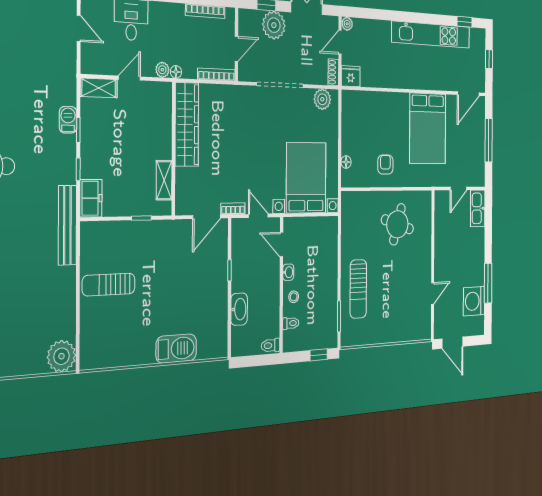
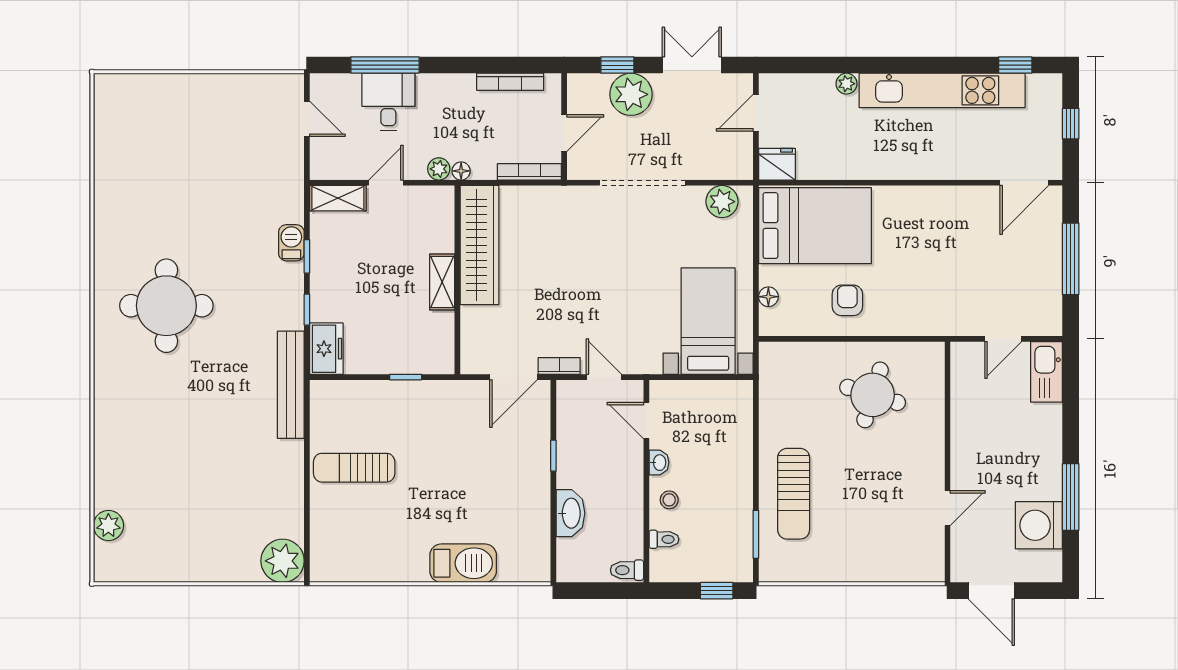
plant: (347, 24) -> (846, 84), moved
shoe rack: (333, 72) -> (743, 160), removed
bed: (428, 128) -> (815, 226), moved, turned -90
bed with nightstands: (306, 178) -> (708, 321), width x0.73
shelving: (164, 180) -> (442, 282), moved

